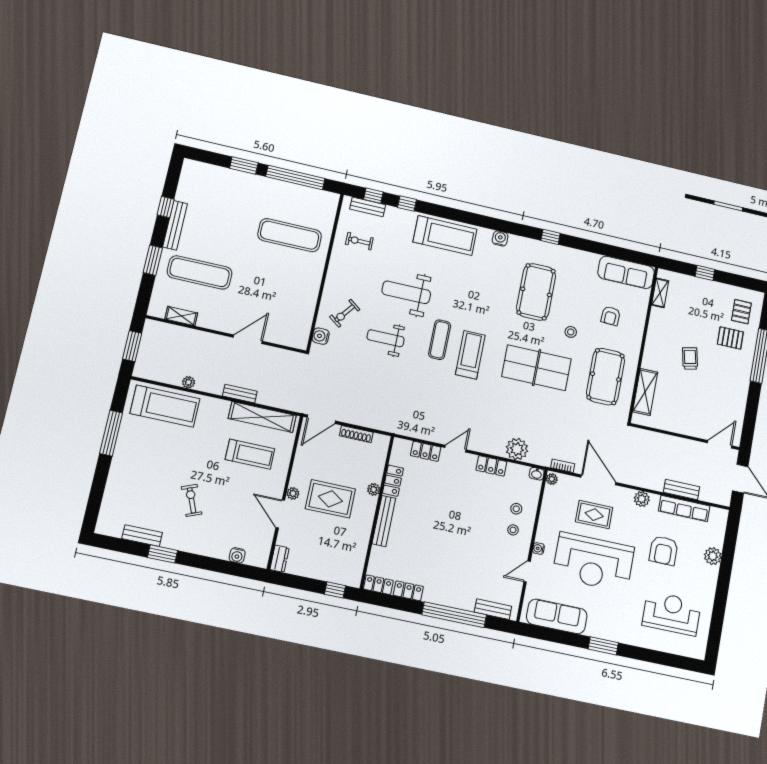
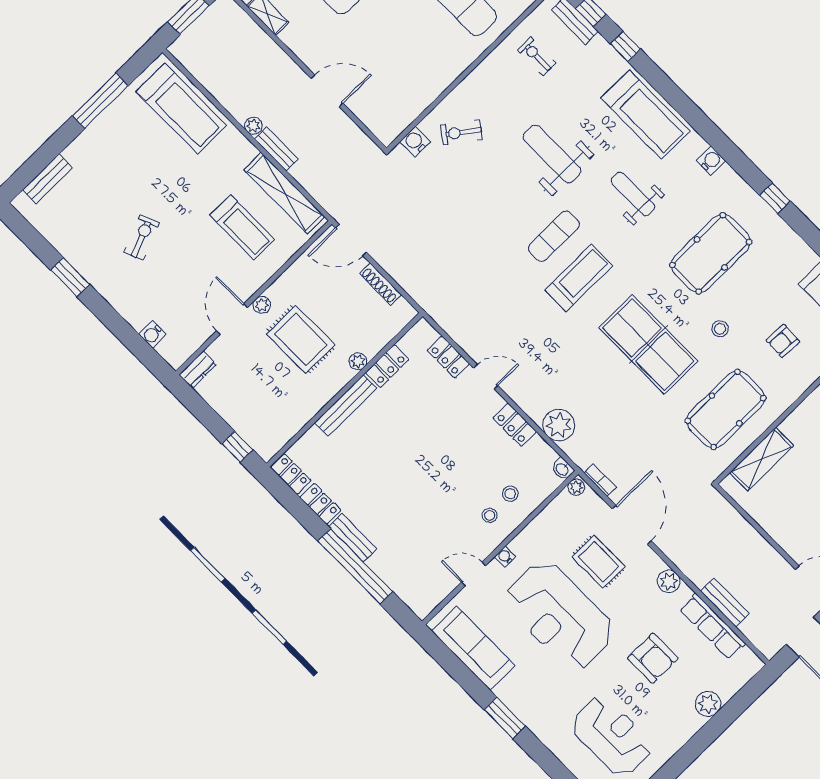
weight bench: (386, 338) -> (633, 194), moved
plant: (189, 382) -> (253, 126), moved
bench: (142, 536) -> (48, 179), moved, turned 90
armchair: (664, 551) -> (653, 658), turned -90
bench: (493, 609) -> (353, 538), moved

